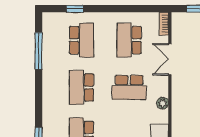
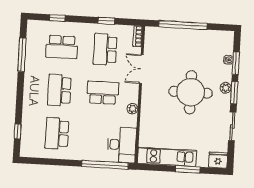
window: (129, 9) -> (106, 21), added
school desk: (82, 40) -> (62, 47), turned 90
school desk: (129, 87) -> (103, 93), turned 180

